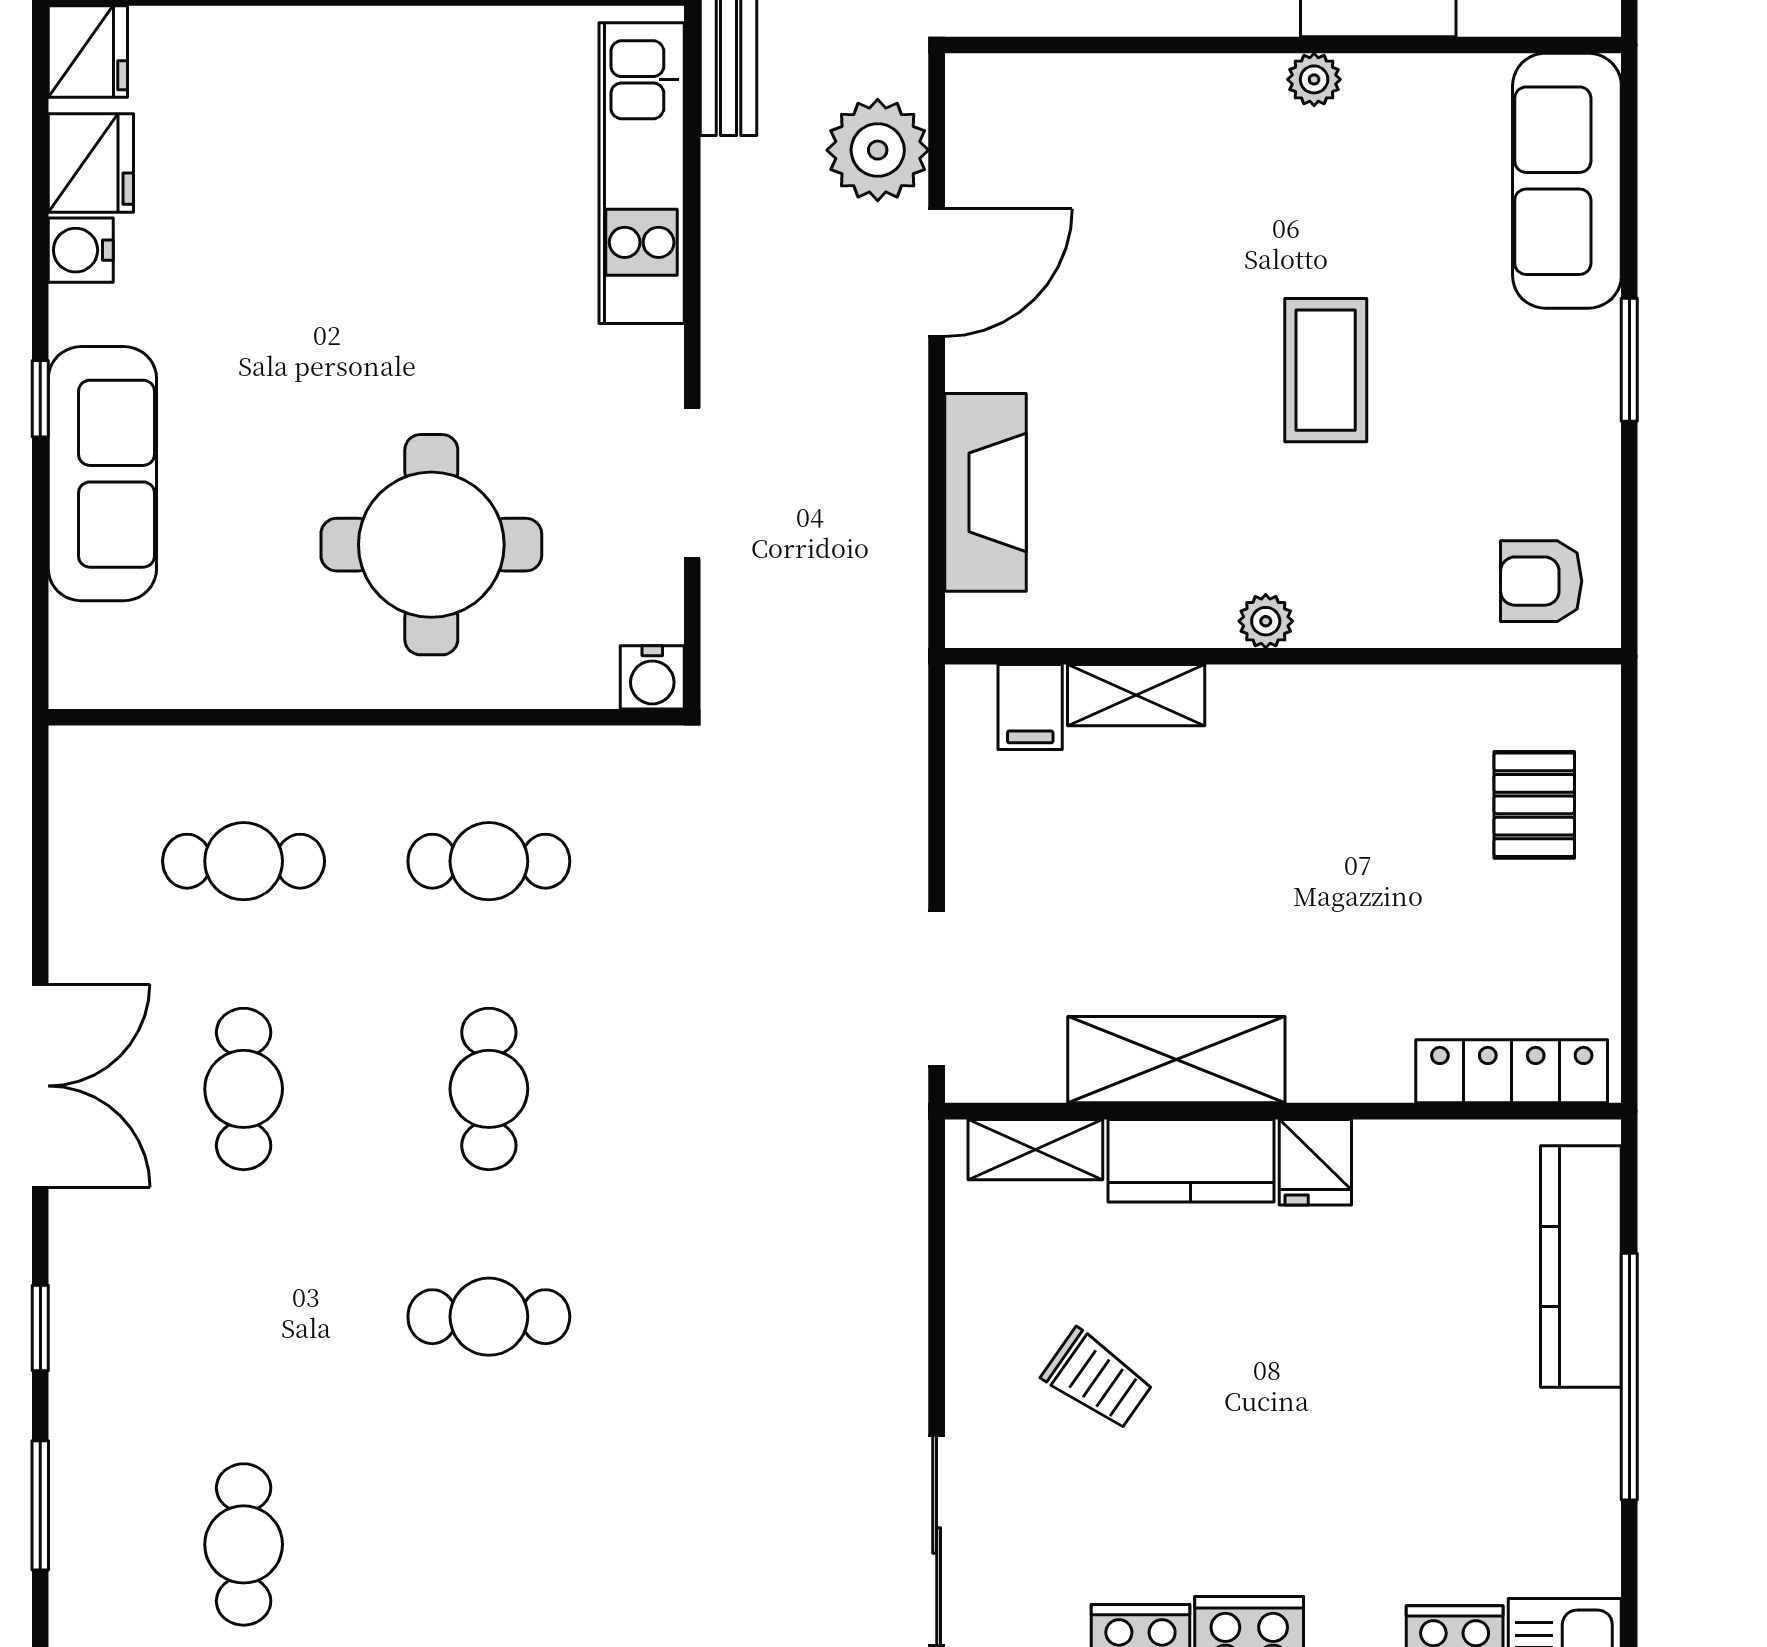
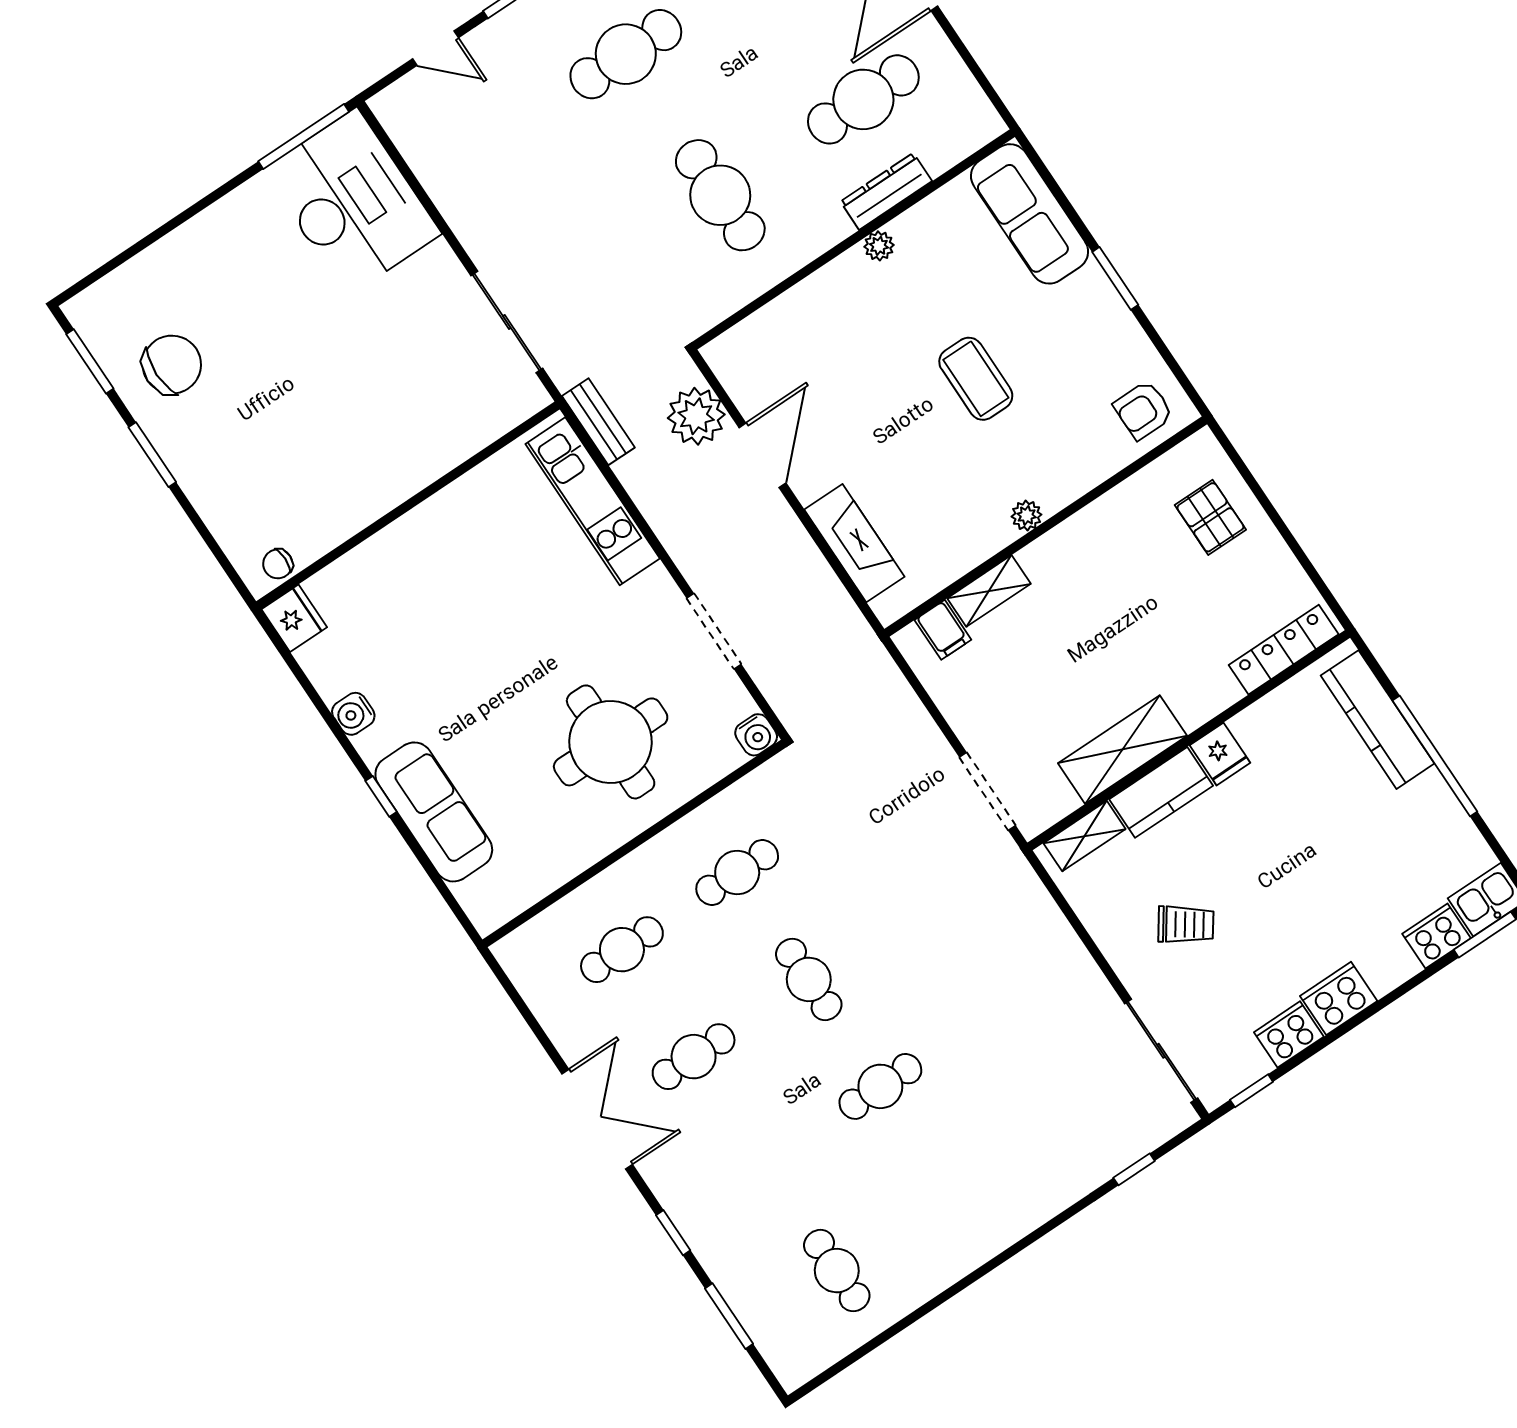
fridge: (91, 163) -> (331, 670), removed
cafe table: (244, 1089) -> (694, 1057), turned 90

